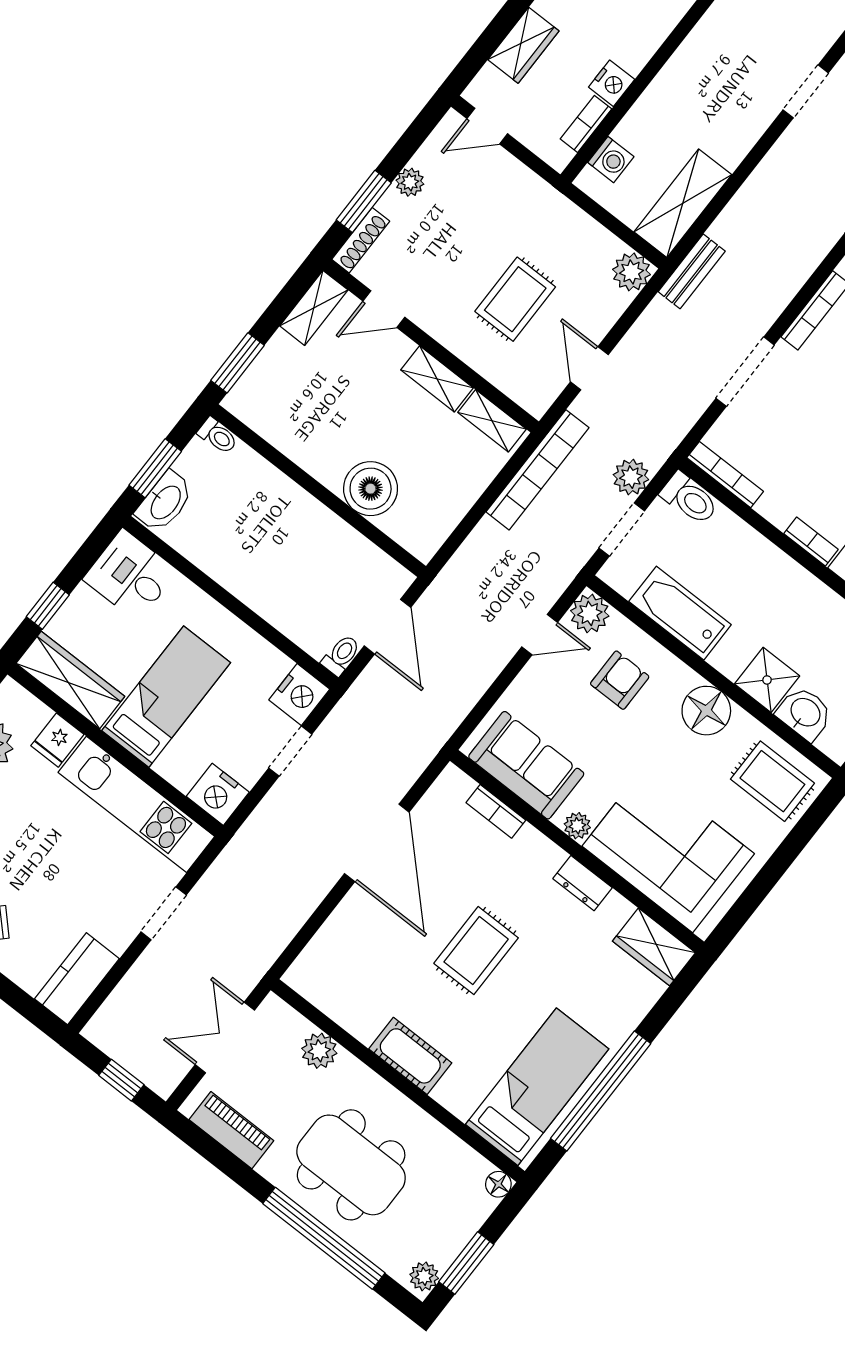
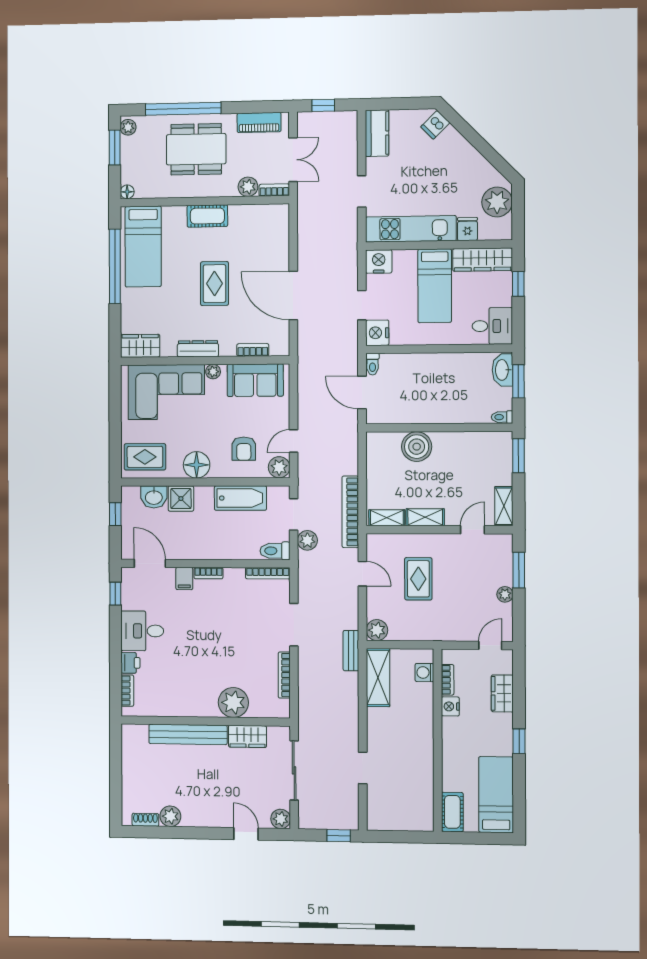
shoe rack: (361, 240) -> (507, 552), removed
dresser: (582, 883) -> (198, 349), width x1.44
bookcase: (286, 1016) -> (274, 190), added

